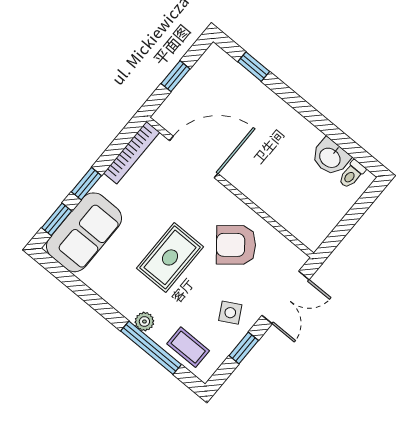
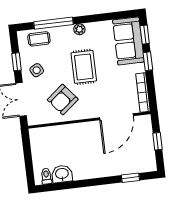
armchair: (236, 245) -> (63, 100), turned 180
plant: (144, 322) -> (79, 29), moved

